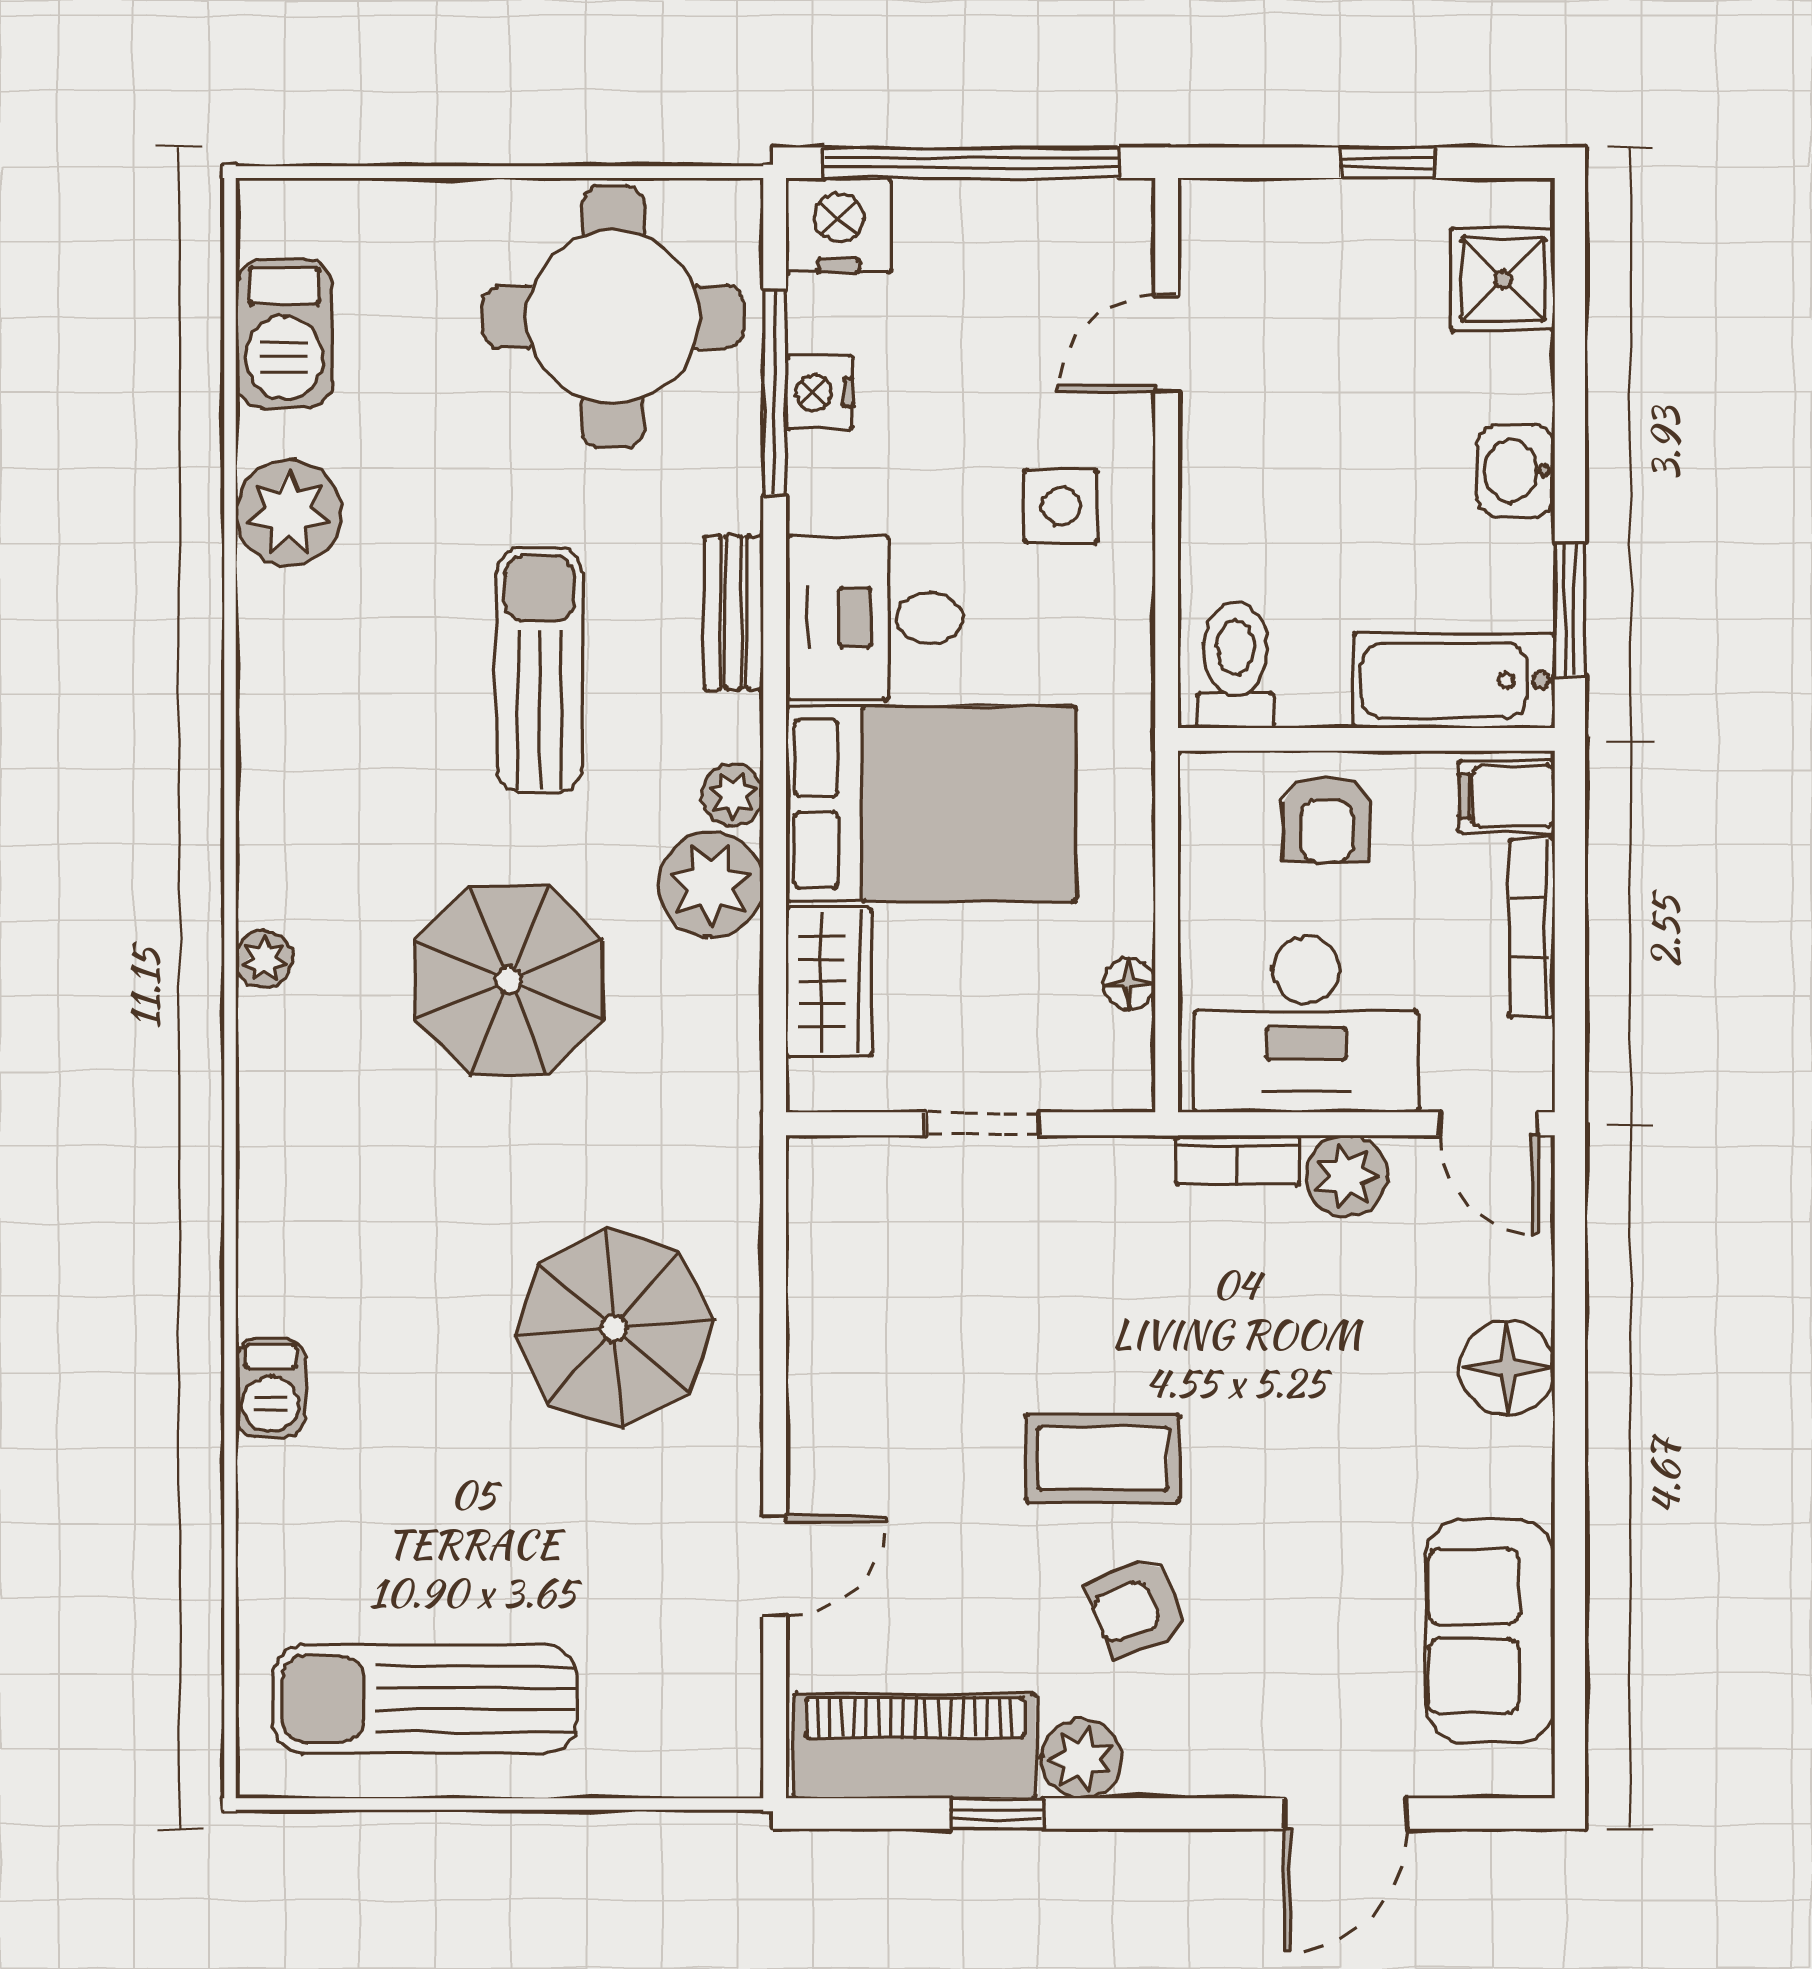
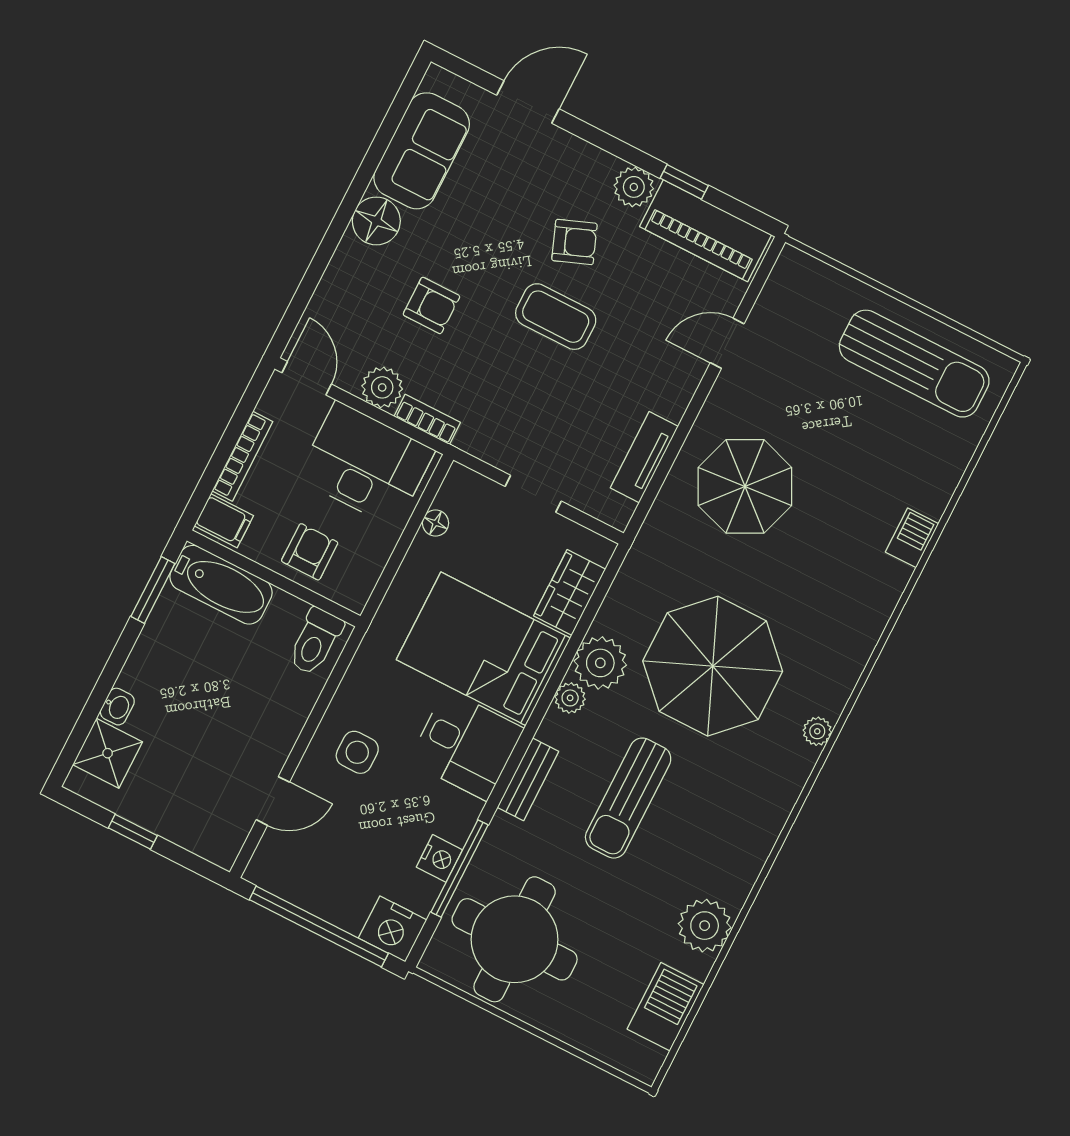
washbasin: (1516, 471) -> (117, 707), moved, width x0.72, depth x0.69
parasol: (509, 980) -> (713, 666), width x1.36, depth x1.36
tv unit: (819, 1289) -> (644, 457), added
armchair: (1333, 1366) -> (431, 305), added
floor lamp: (1507, 1368) -> (376, 221), moved

